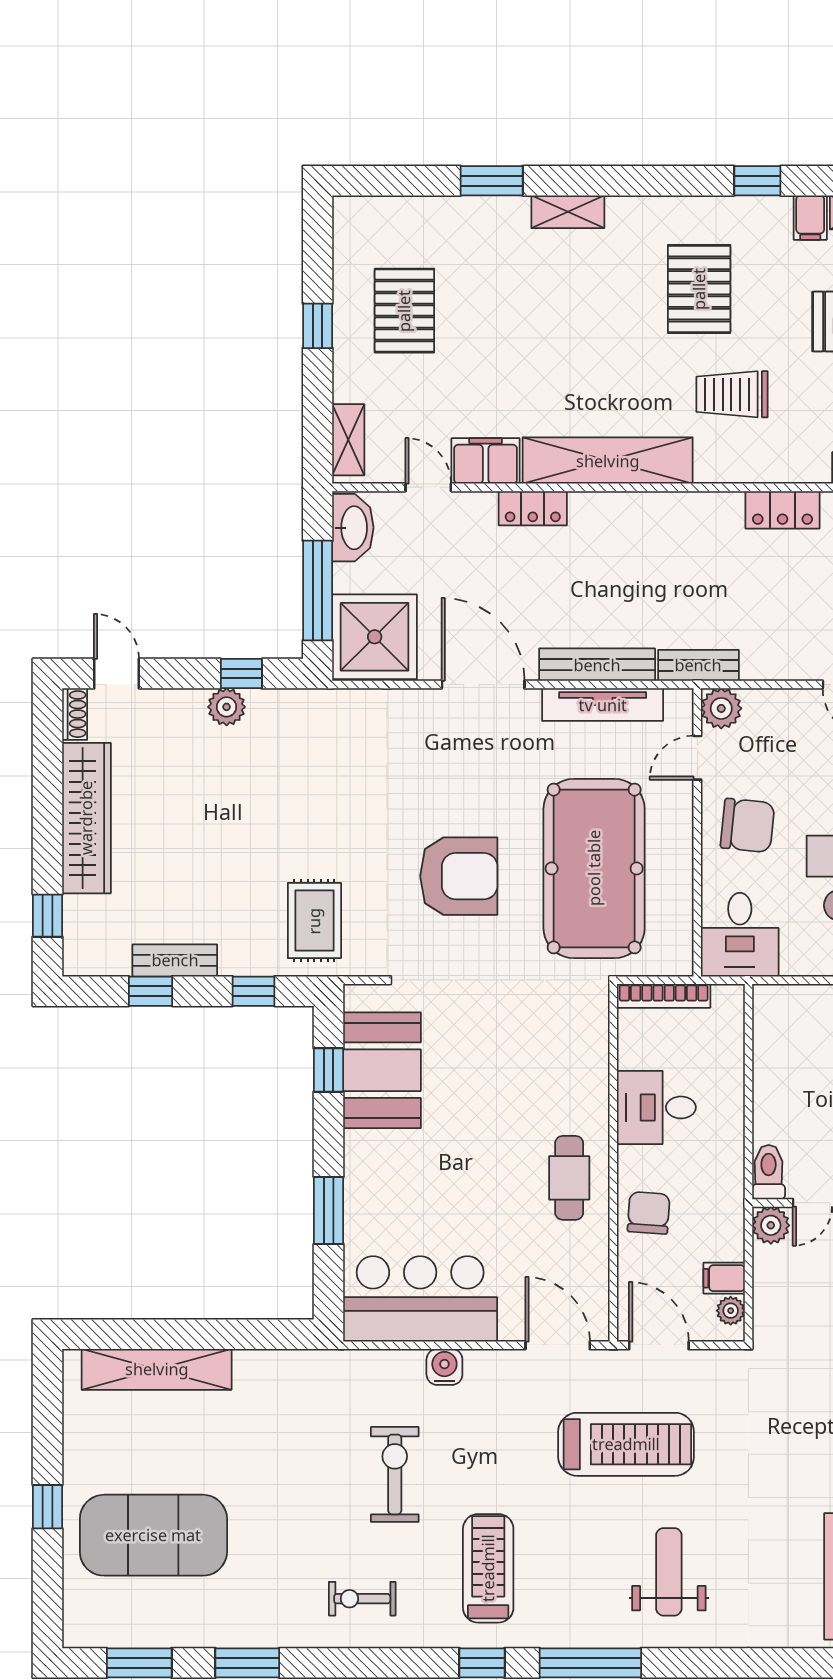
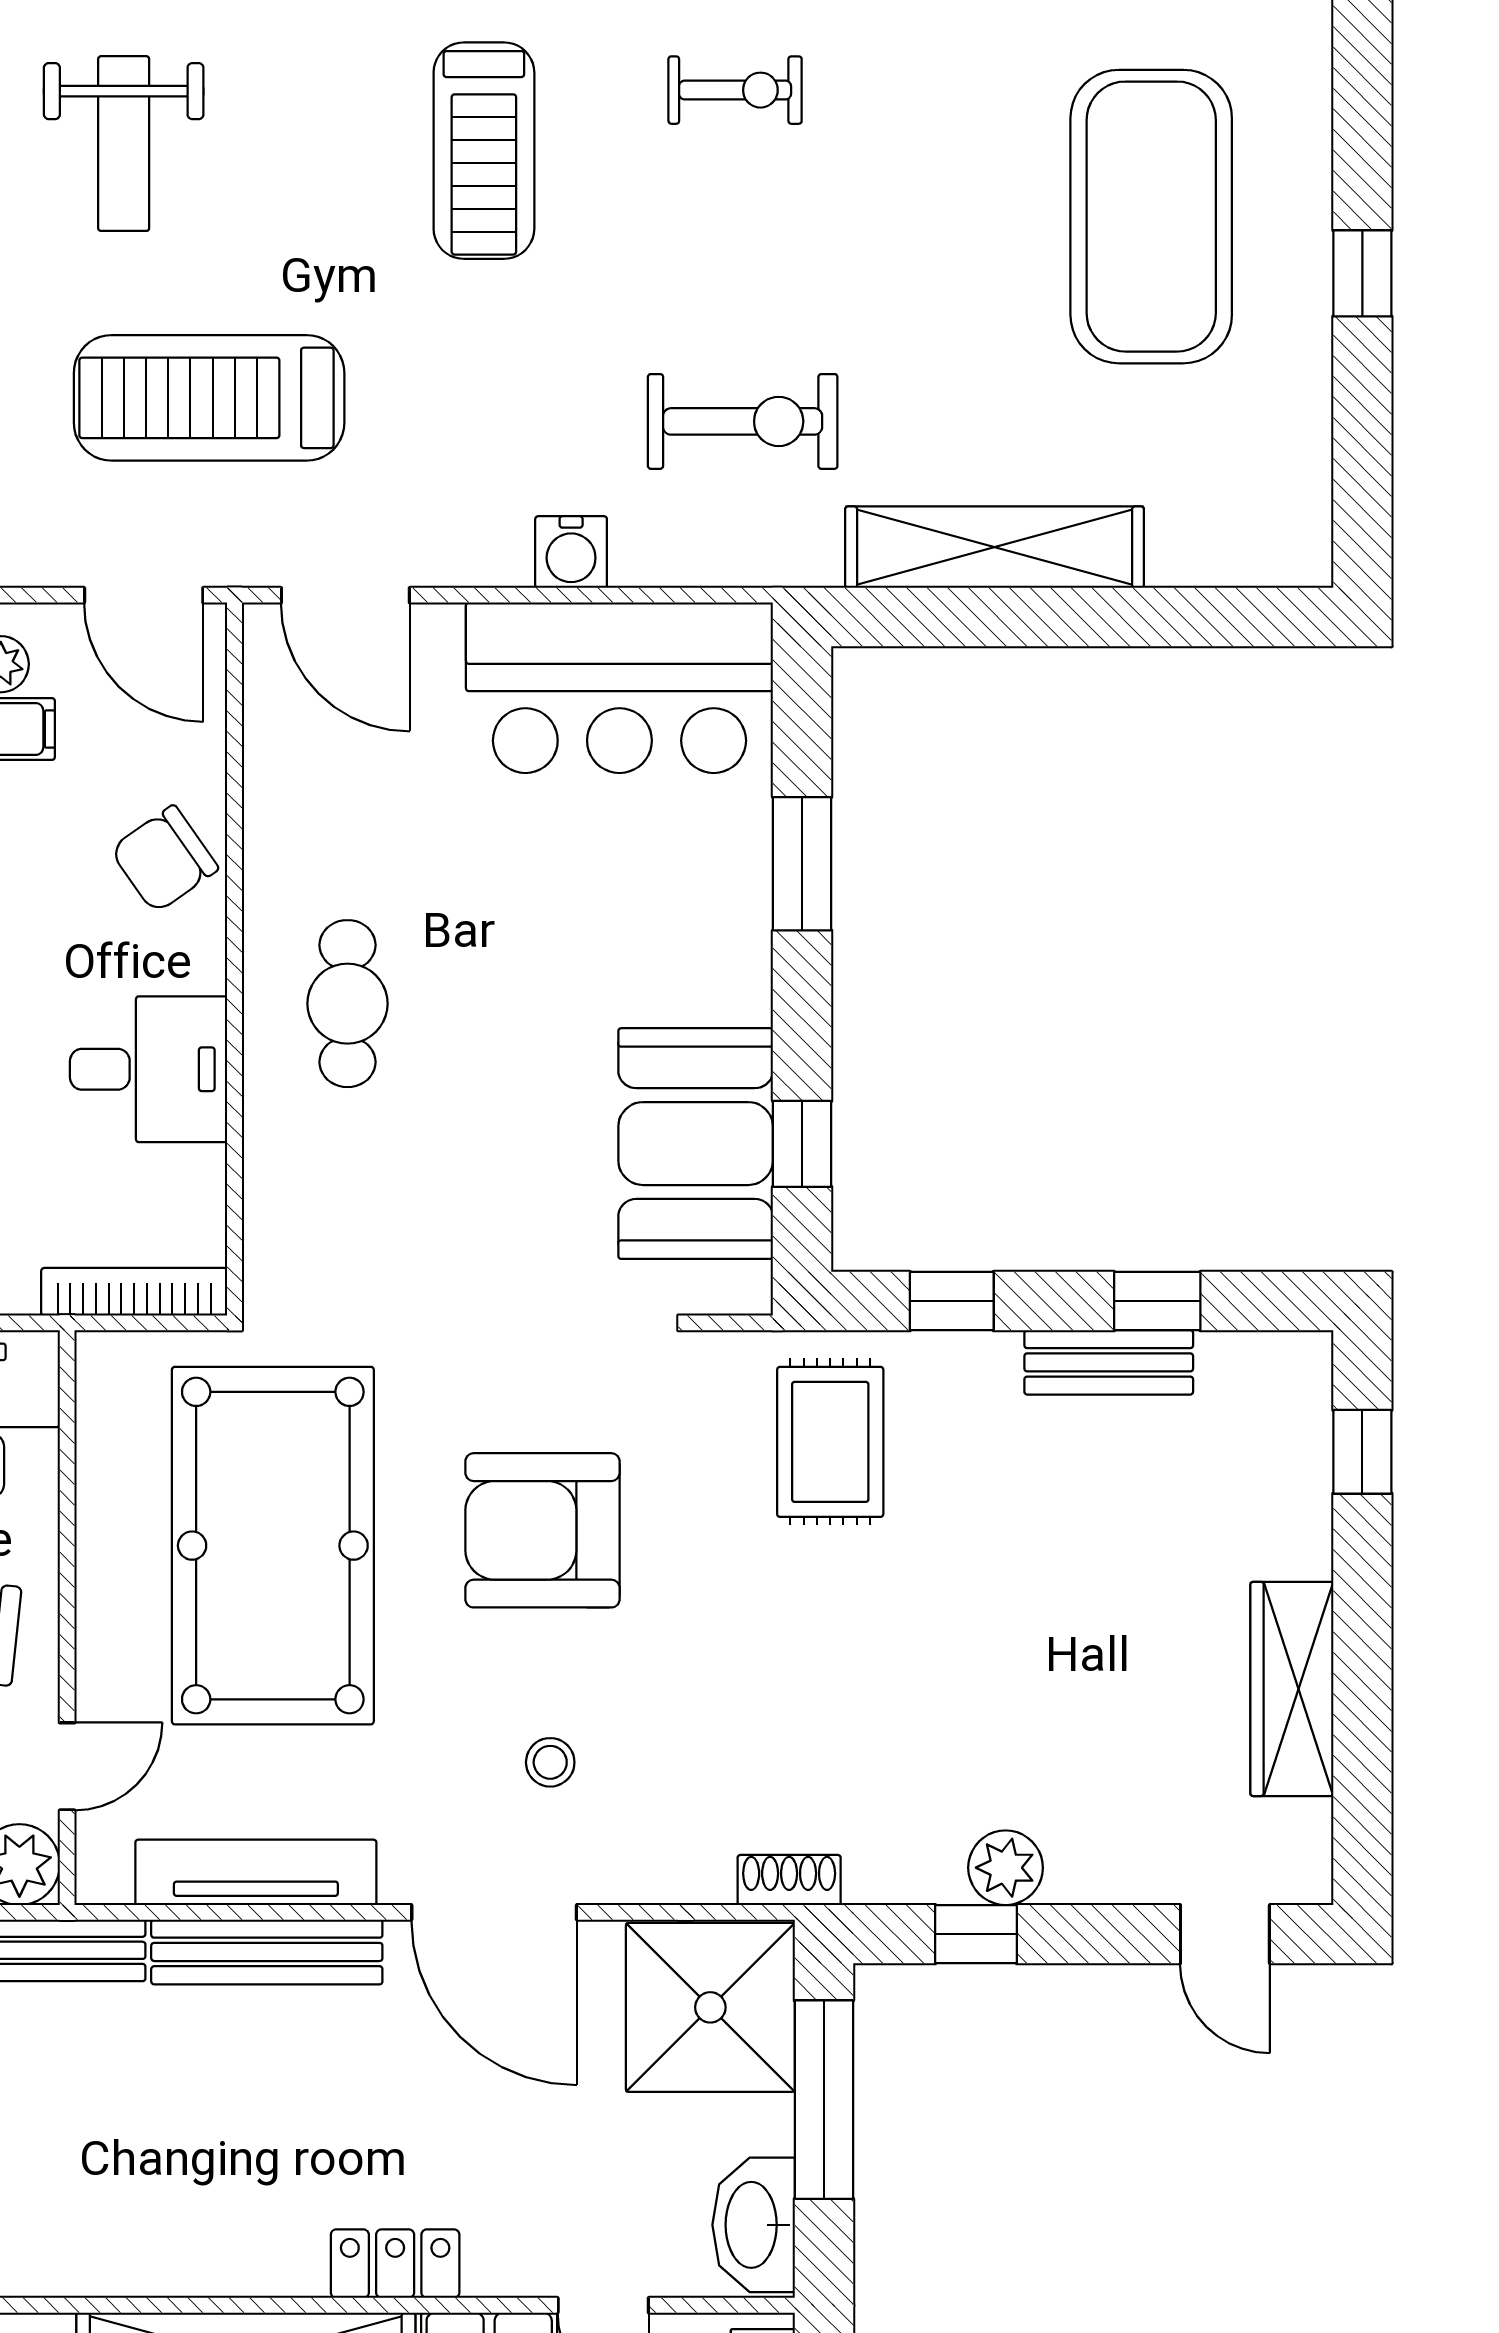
shoe rack: (75, 714) -> (789, 1880), moved, turned 90
stool: (455, 760) -> (550, 1762), added
wardrobe: (86, 818) -> (1292, 1689), width x0.71, depth x0.85
cafe table: (569, 1178) -> (347, 1004), moved
chair: (649, 1213) -> (164, 859), turned 51
shelving: (157, 1369) -> (995, 547), moved
exercise bike: (395, 1474) -> (743, 421), moved, turned -90
exercise mat: (153, 1535) -> (1151, 217), turned 90

